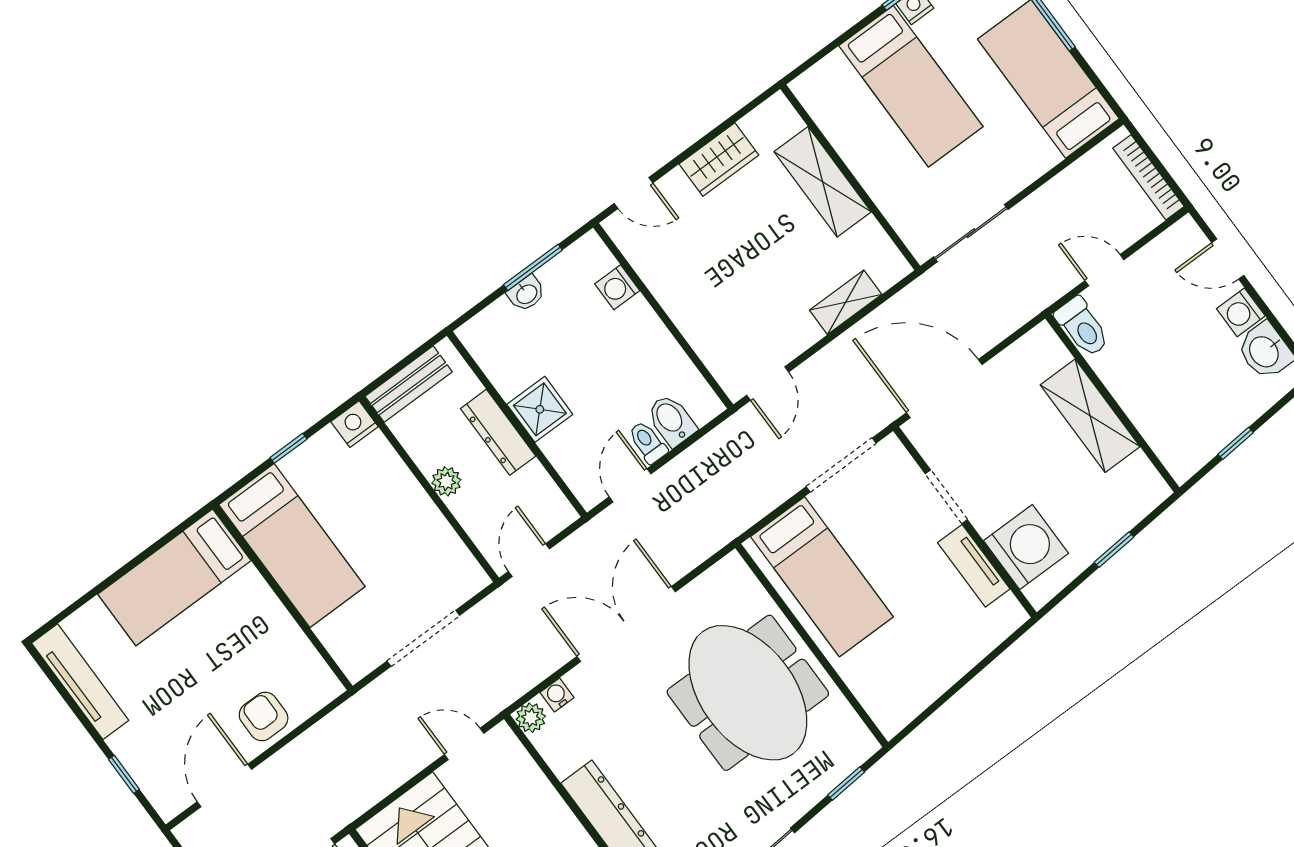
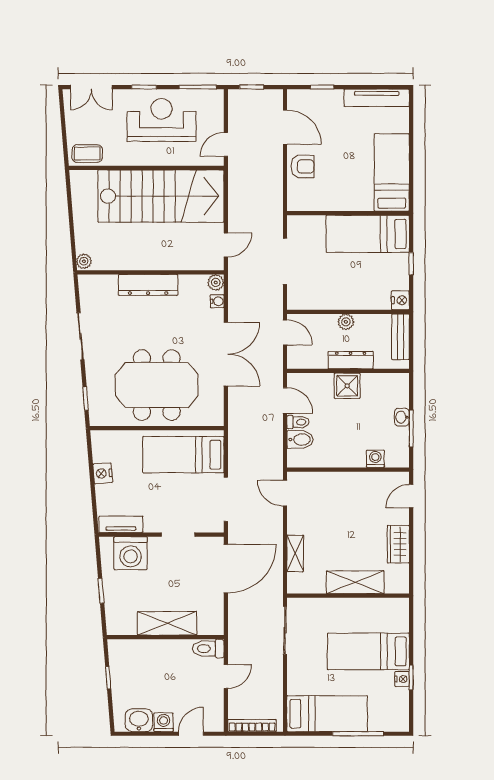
tv unit: (974, 566) -> (121, 524), moved
nightstand: (938, 676) -> (103, 473), added

